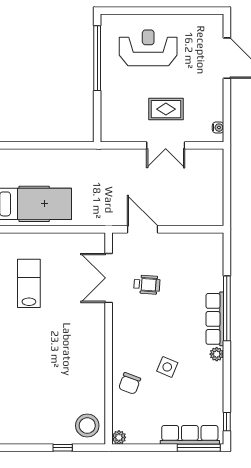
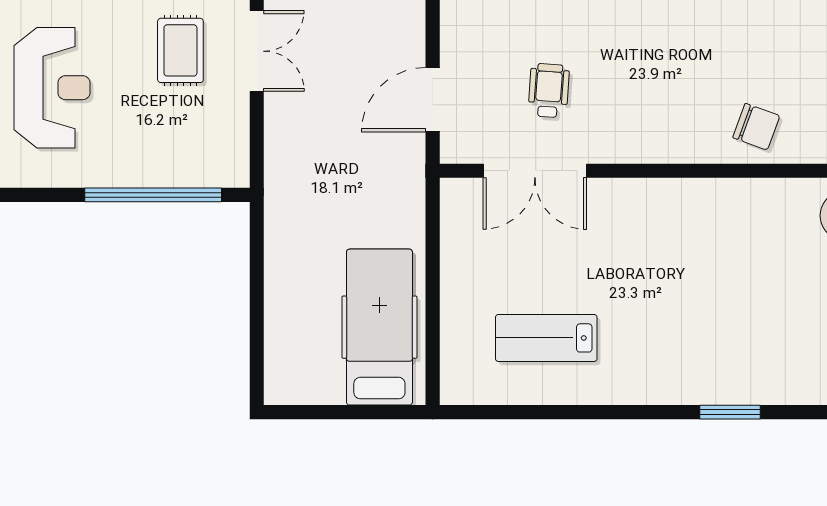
reception desk: (148, 48) -> (52, 88), turned 180
window: (97, 58) -> (153, 195), moved
side table: (167, 367) -> (722, 48), removed

